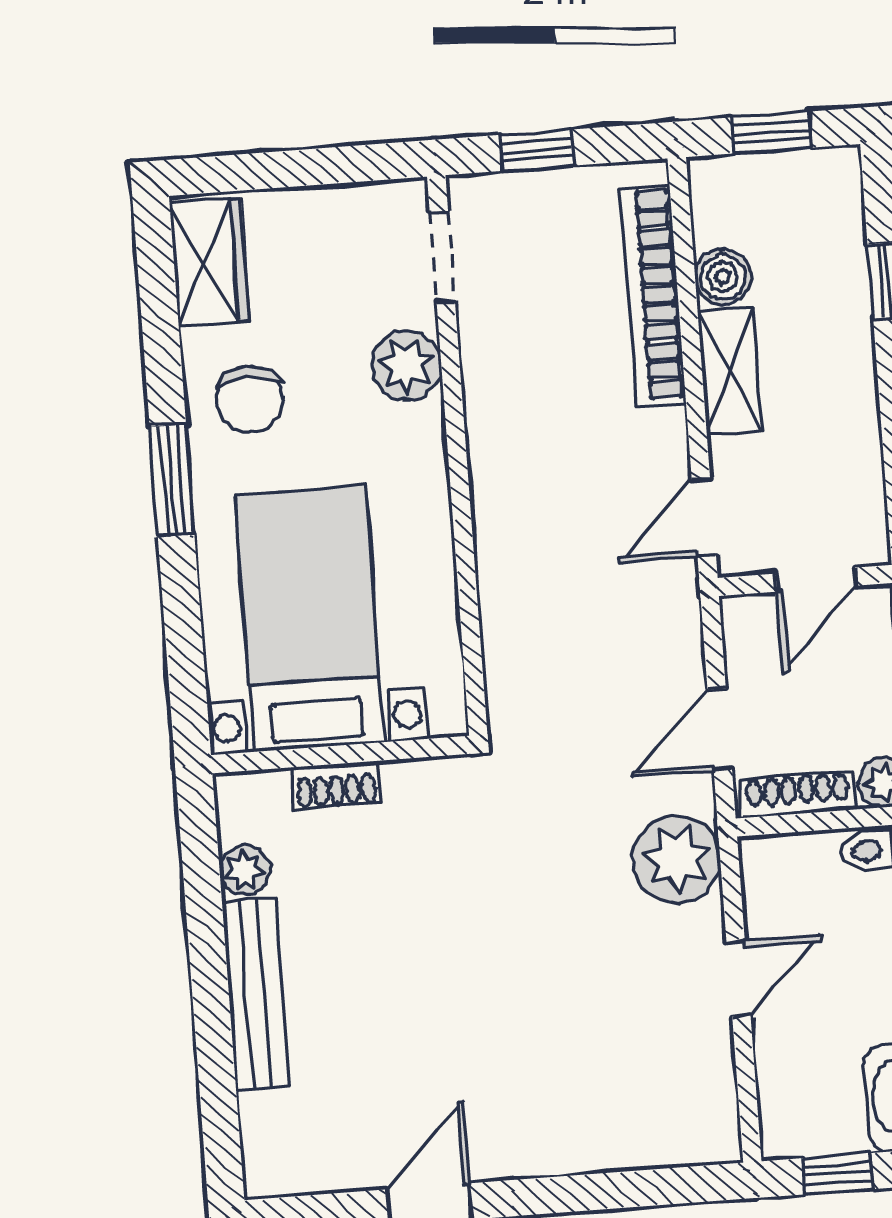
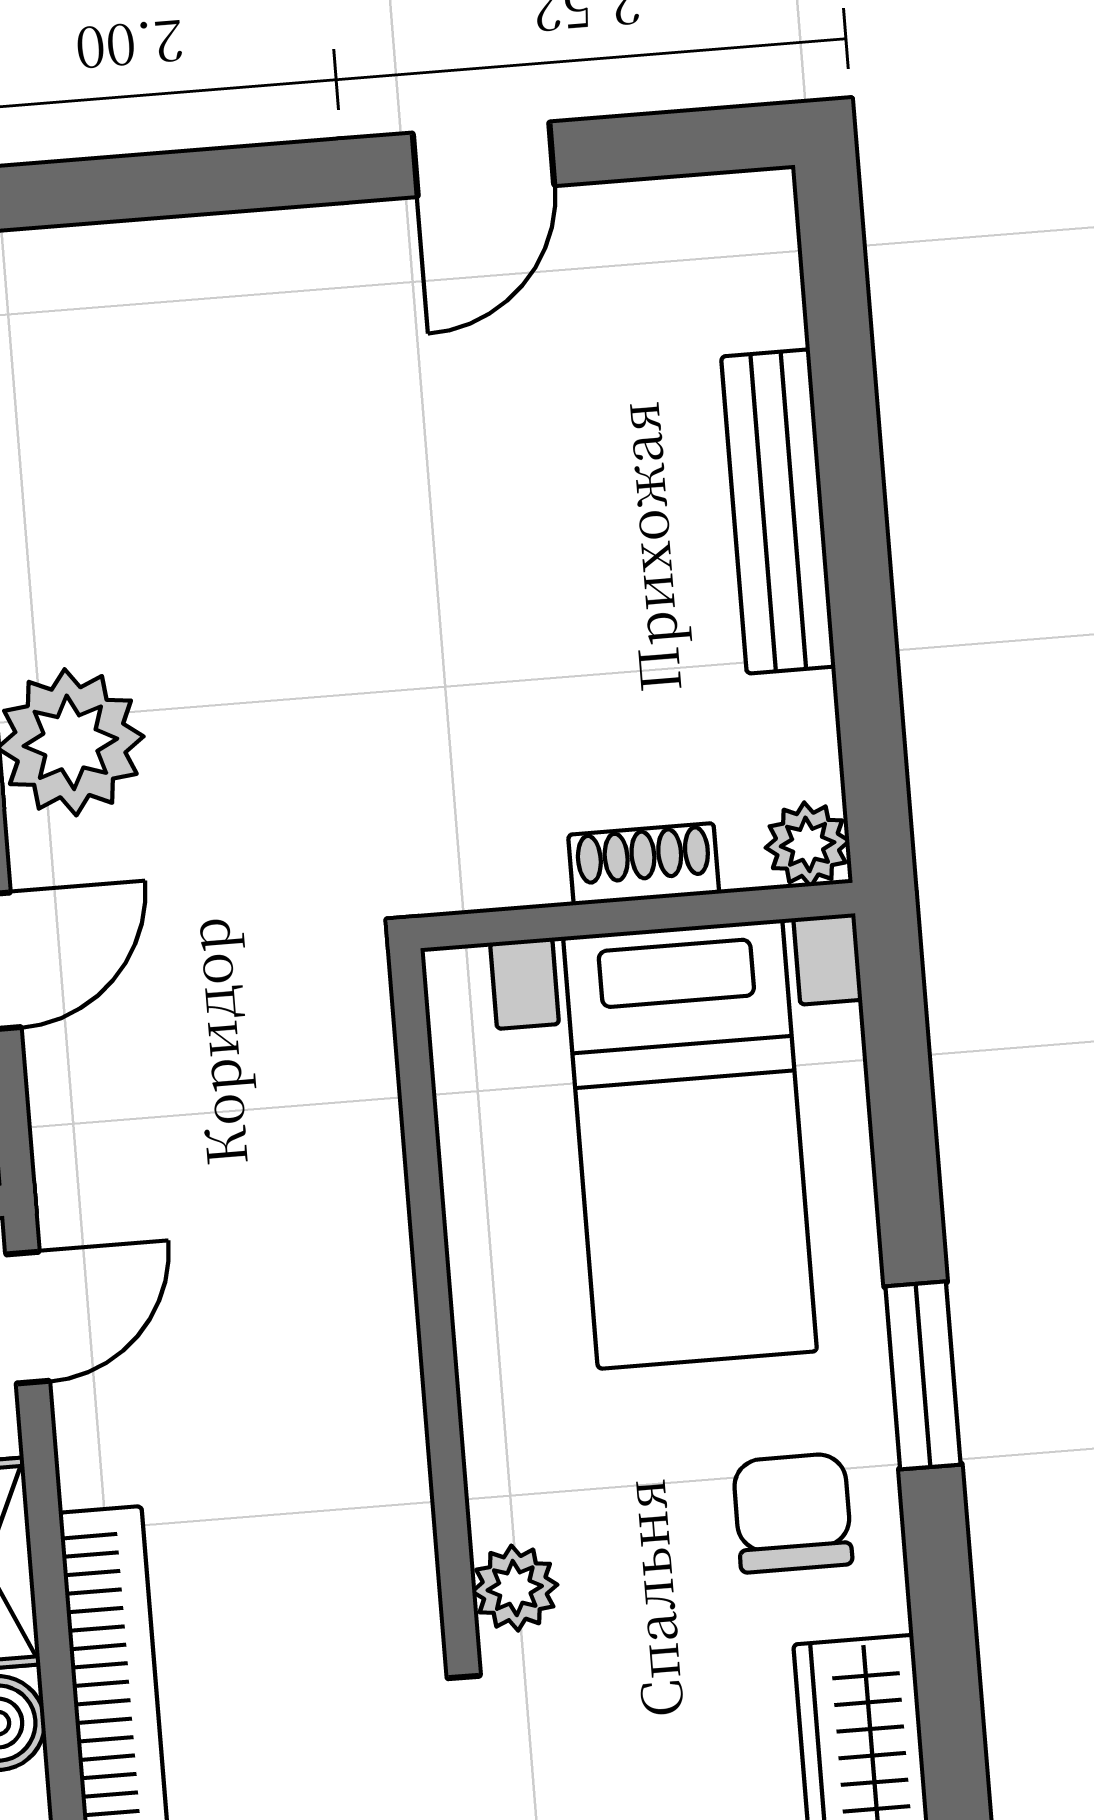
plant: (406, 365) -> (515, 1588), width x0.73, depth x0.73
plant: (244, 870) -> (808, 844), moved

